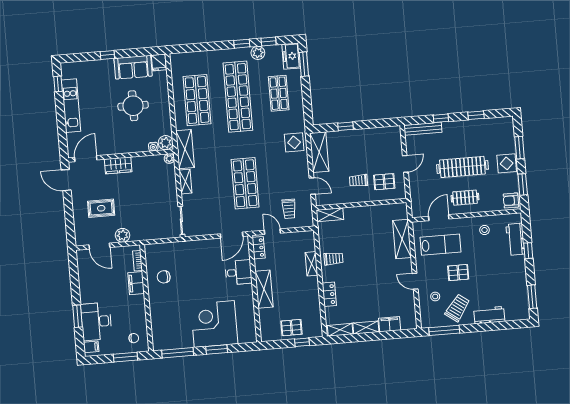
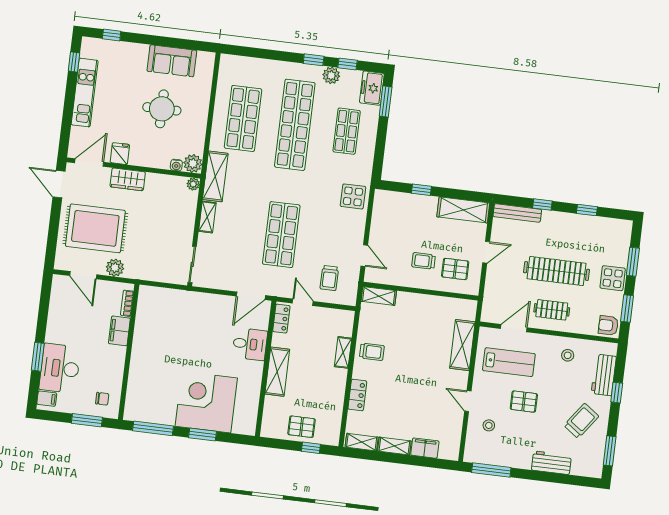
window: (107, 55) -> (112, 35), moved
fridge: (159, 62) -> (120, 154), moved, turned 180
shelving: (319, 152) -> (463, 210), moved, turned 90
rug: (101, 208) -> (95, 228), width x1.86, depth x2.06
chair: (164, 277) -> (155, 330), removed
trolley: (457, 308) -> (581, 421), moved

